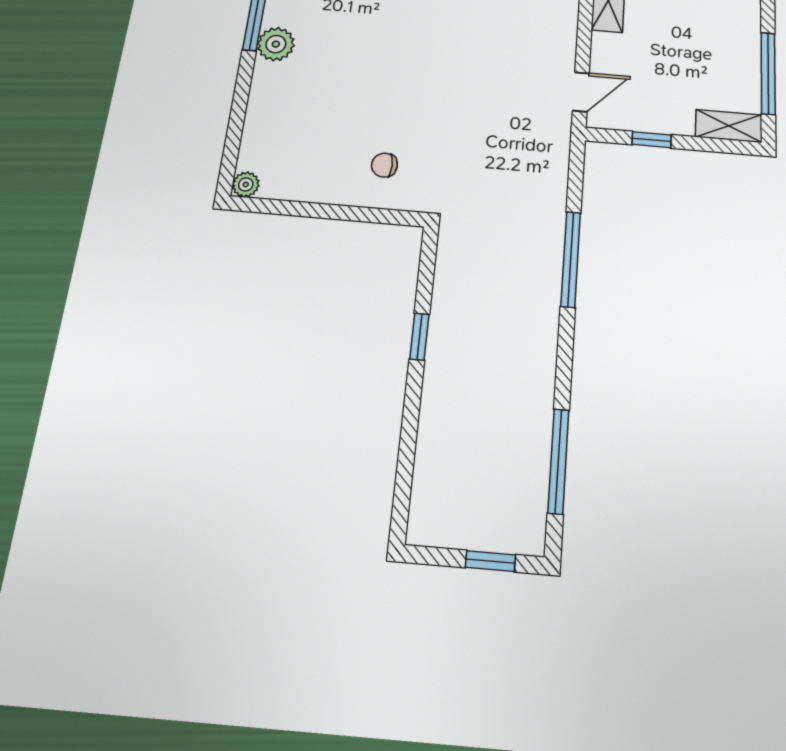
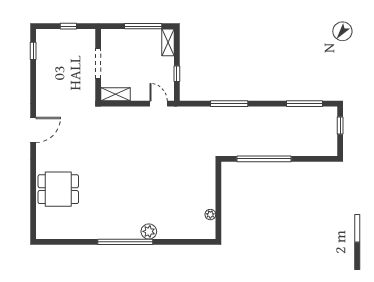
chair: (384, 165) -> (197, 180), removed
plant: (246, 184) -> (210, 215), moved
window: (419, 337) -> (264, 159), width x3.17

